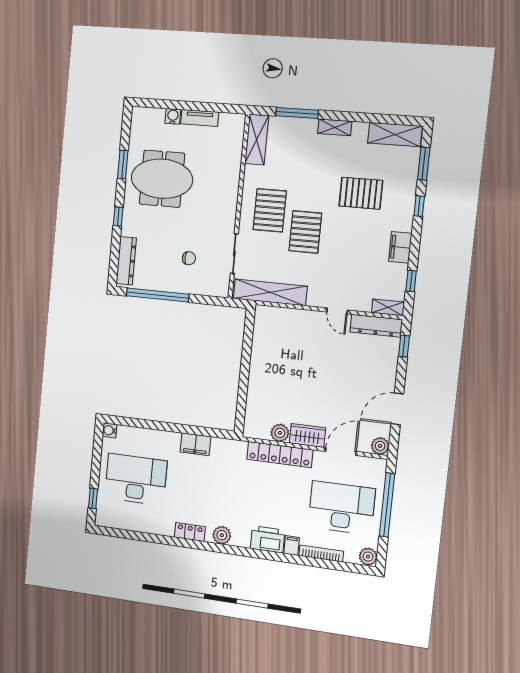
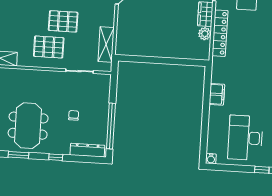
chair: (189, 258) -> (74, 115), moved
shelving: (270, 292) -> (106, 44), width x0.68

